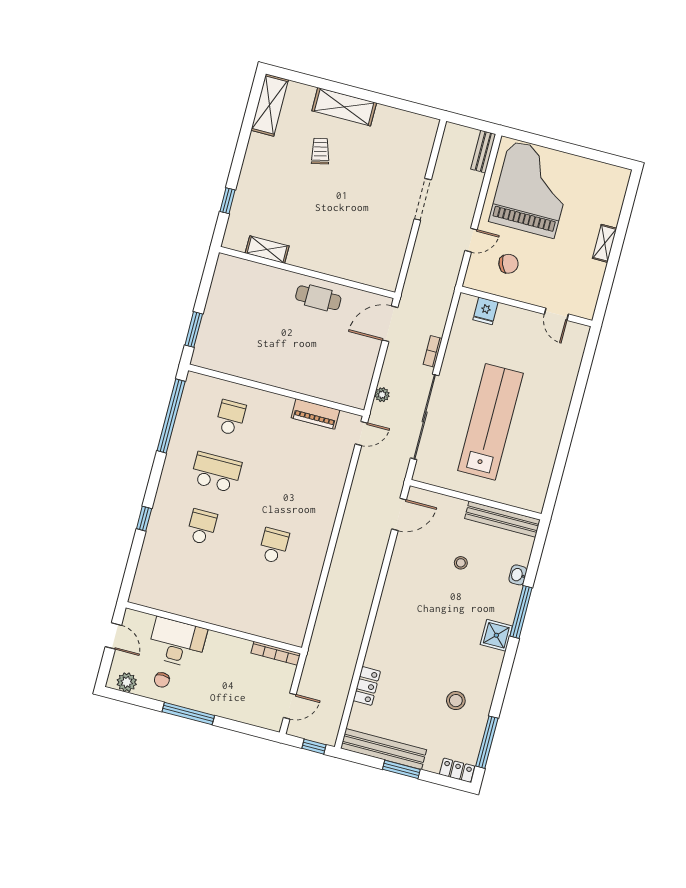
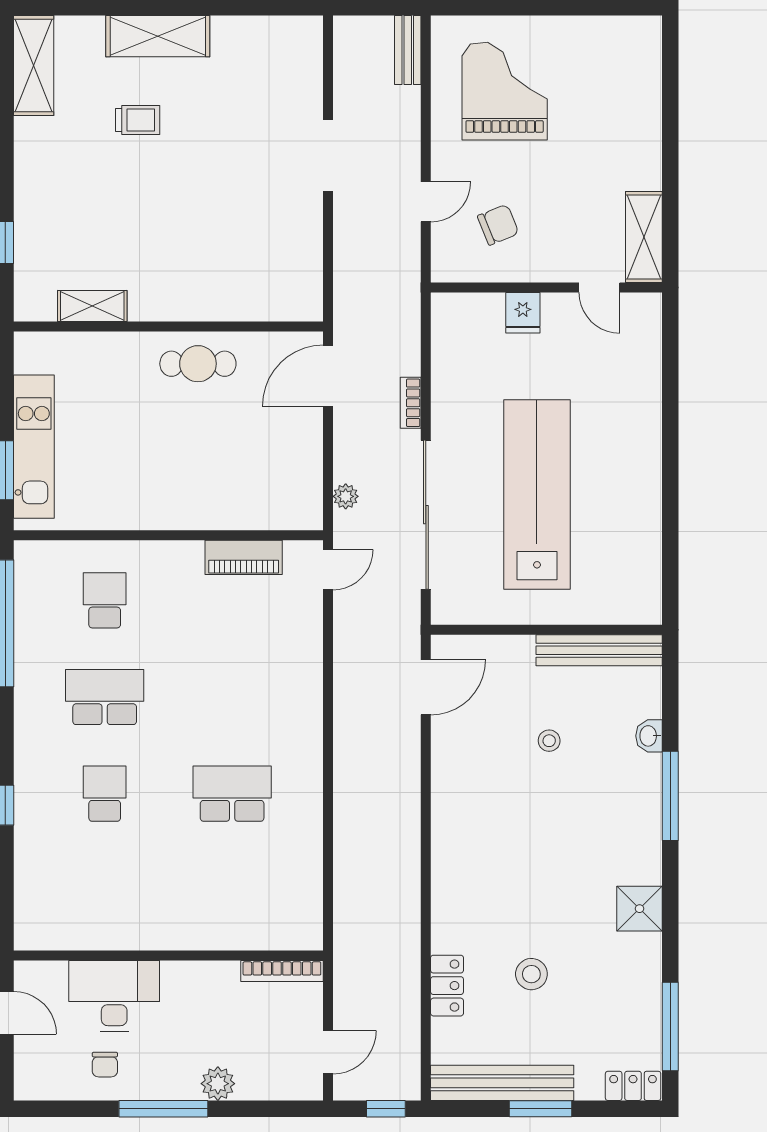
trolley: (320, 151) -> (138, 120), turned 103
grand piano: (532, 189) -> (505, 91), width x0.73, depth x0.68
shelving: (605, 243) -> (644, 237), moved, width x1.50, depth x1.33
fridge: (486, 311) -> (523, 313), moved
kitchen unit: (213, 320) -> (34, 447), added
school desk: (274, 546) -> (232, 794), width x1.85
shower: (496, 635) -> (639, 909), moved
plant: (127, 682) -> (218, 1084), moved
stool: (456, 701) -> (531, 974), moved

